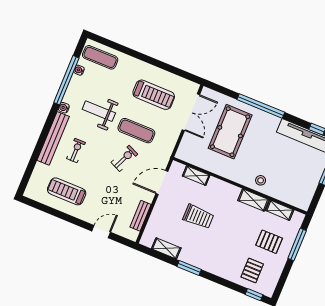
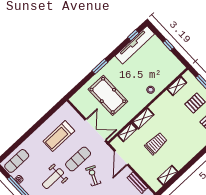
treadmill: (154, 95) -> (59, 136), turned 180
window: (261, 106) -> (100, 66), width x0.47
double door: (191, 112) -> (95, 130), moved
shelving: (253, 200) -> (143, 118), moved
window: (189, 268) -> (188, 166), removed

